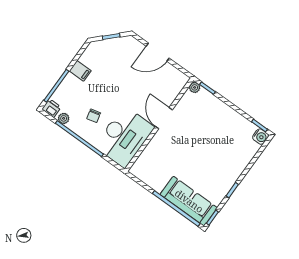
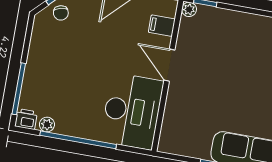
filing cabinet: (80, 71) -> (162, 26), moved, turned 180
chair: (94, 116) -> (61, 13), moved

